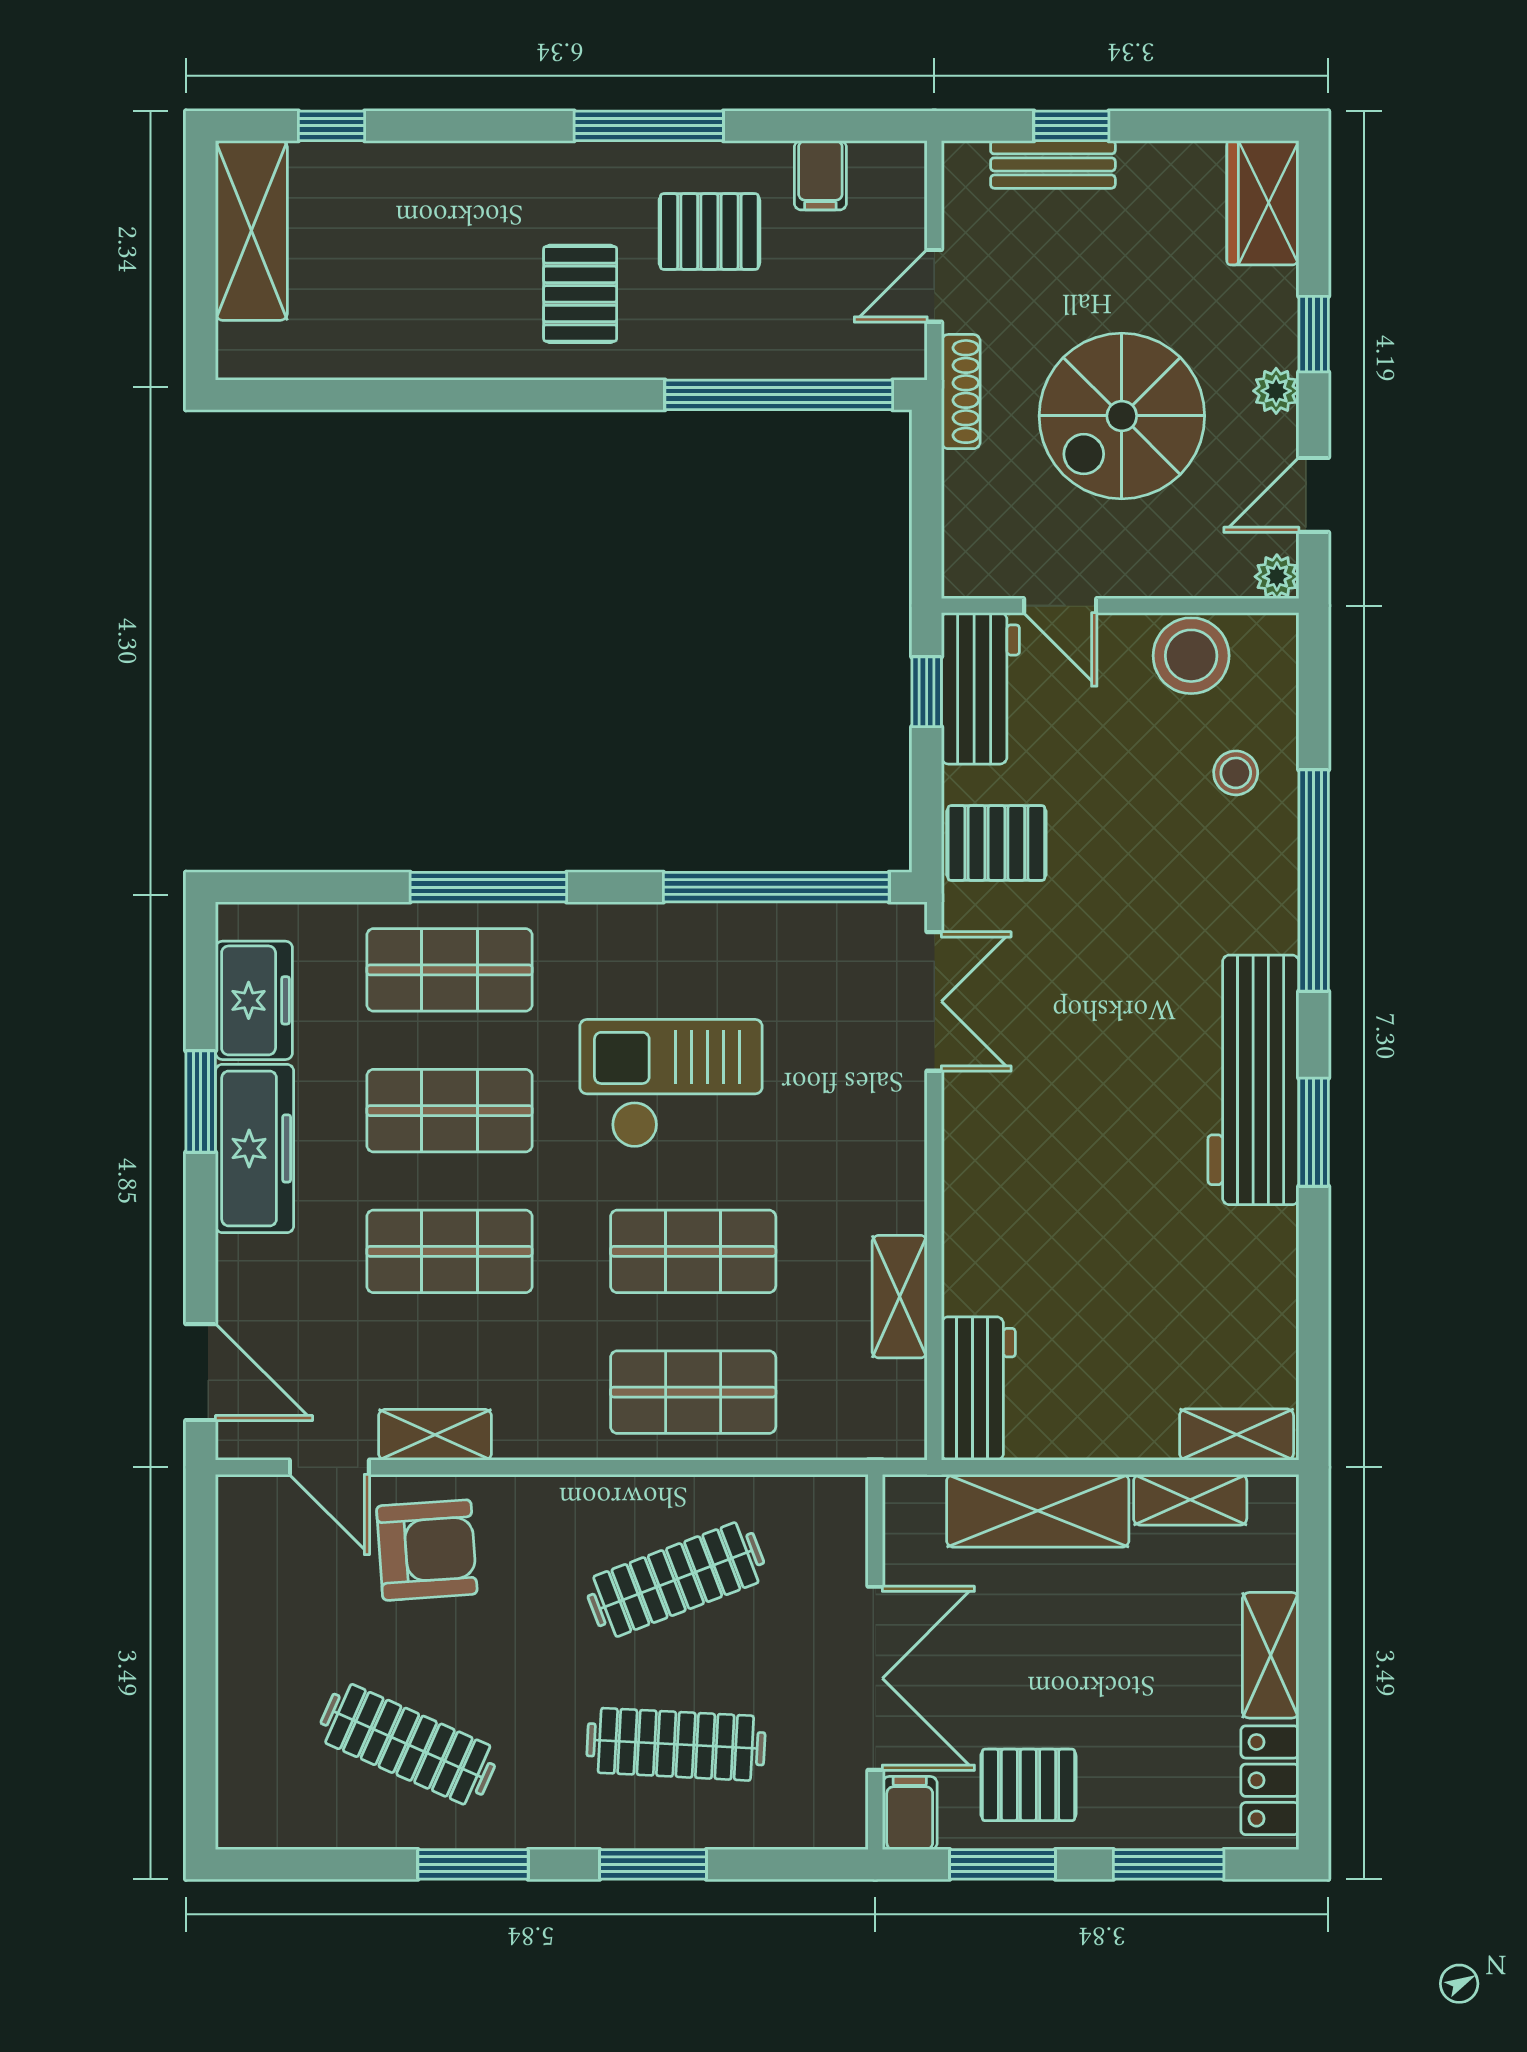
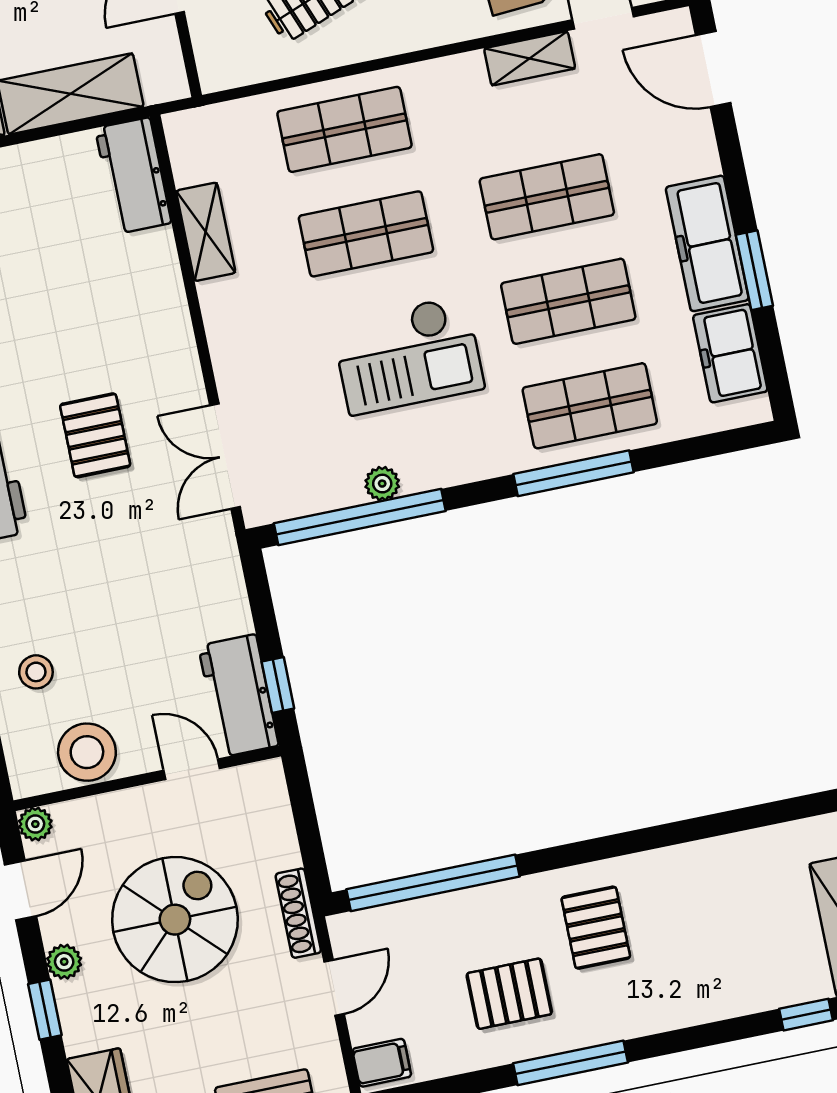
filing cabinet: (820, 175) -> (382, 1063), moved, turned 90
pallet: (996, 843) -> (95, 435), moved, turned 90
plant: (738, 924) -> (382, 484), added

